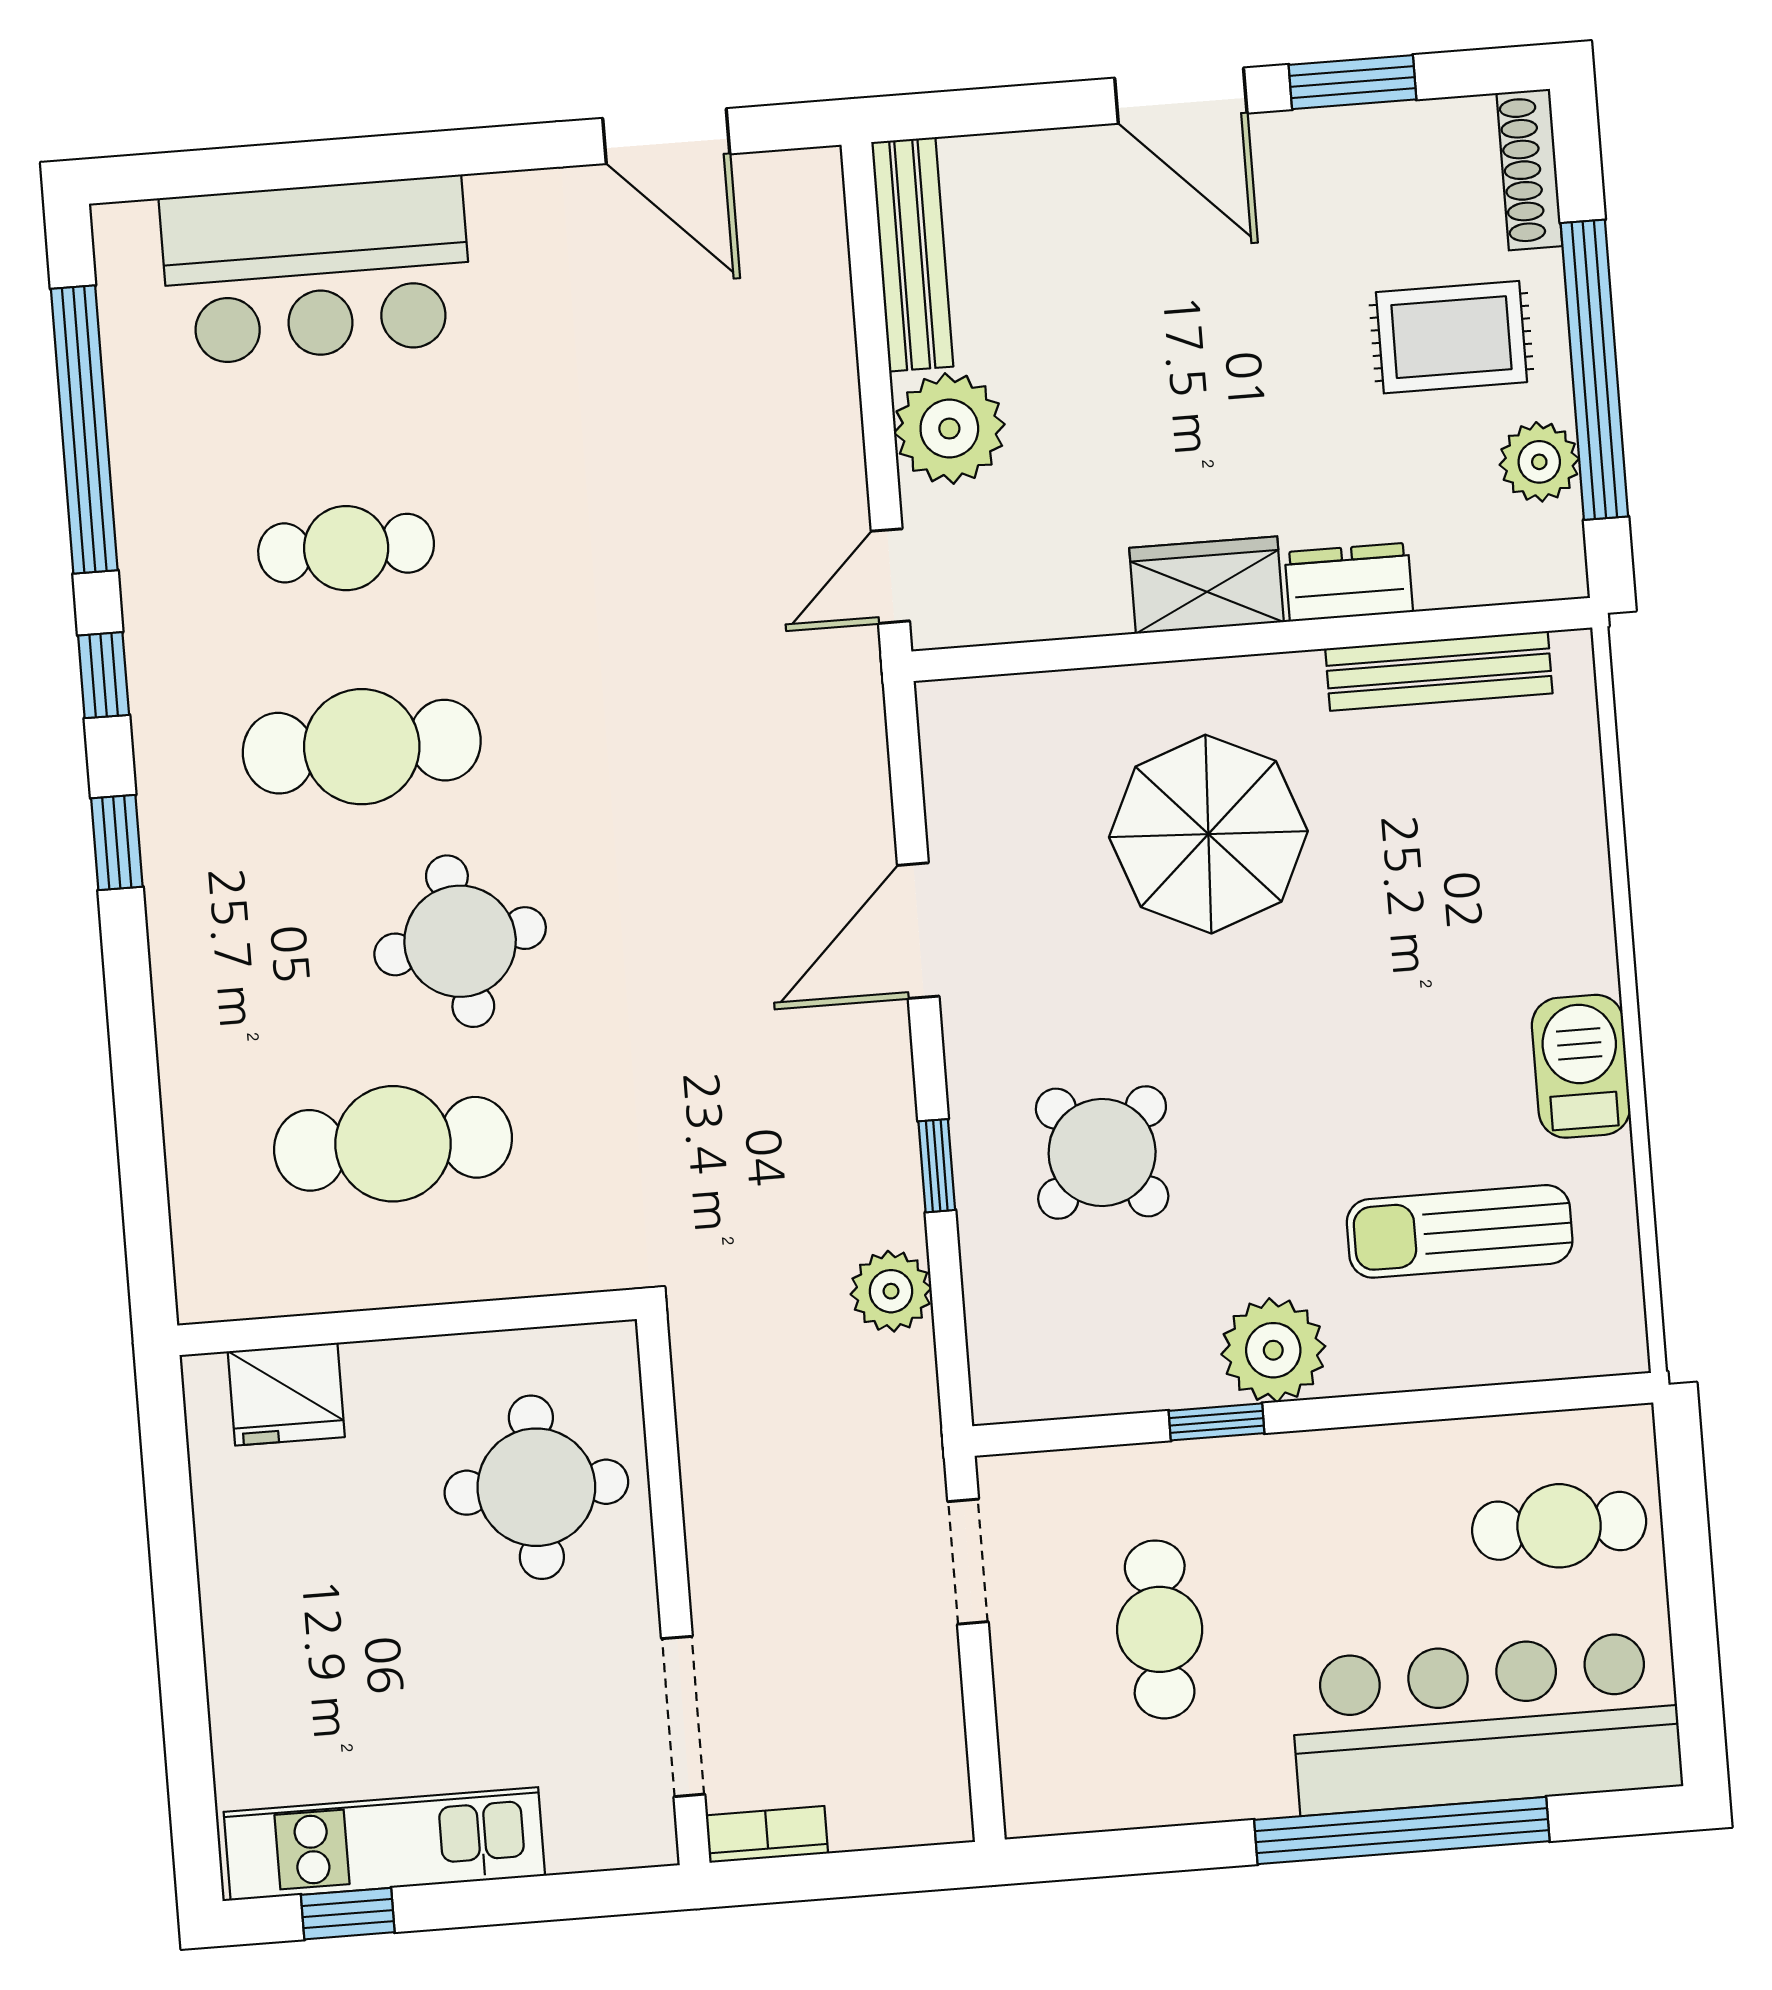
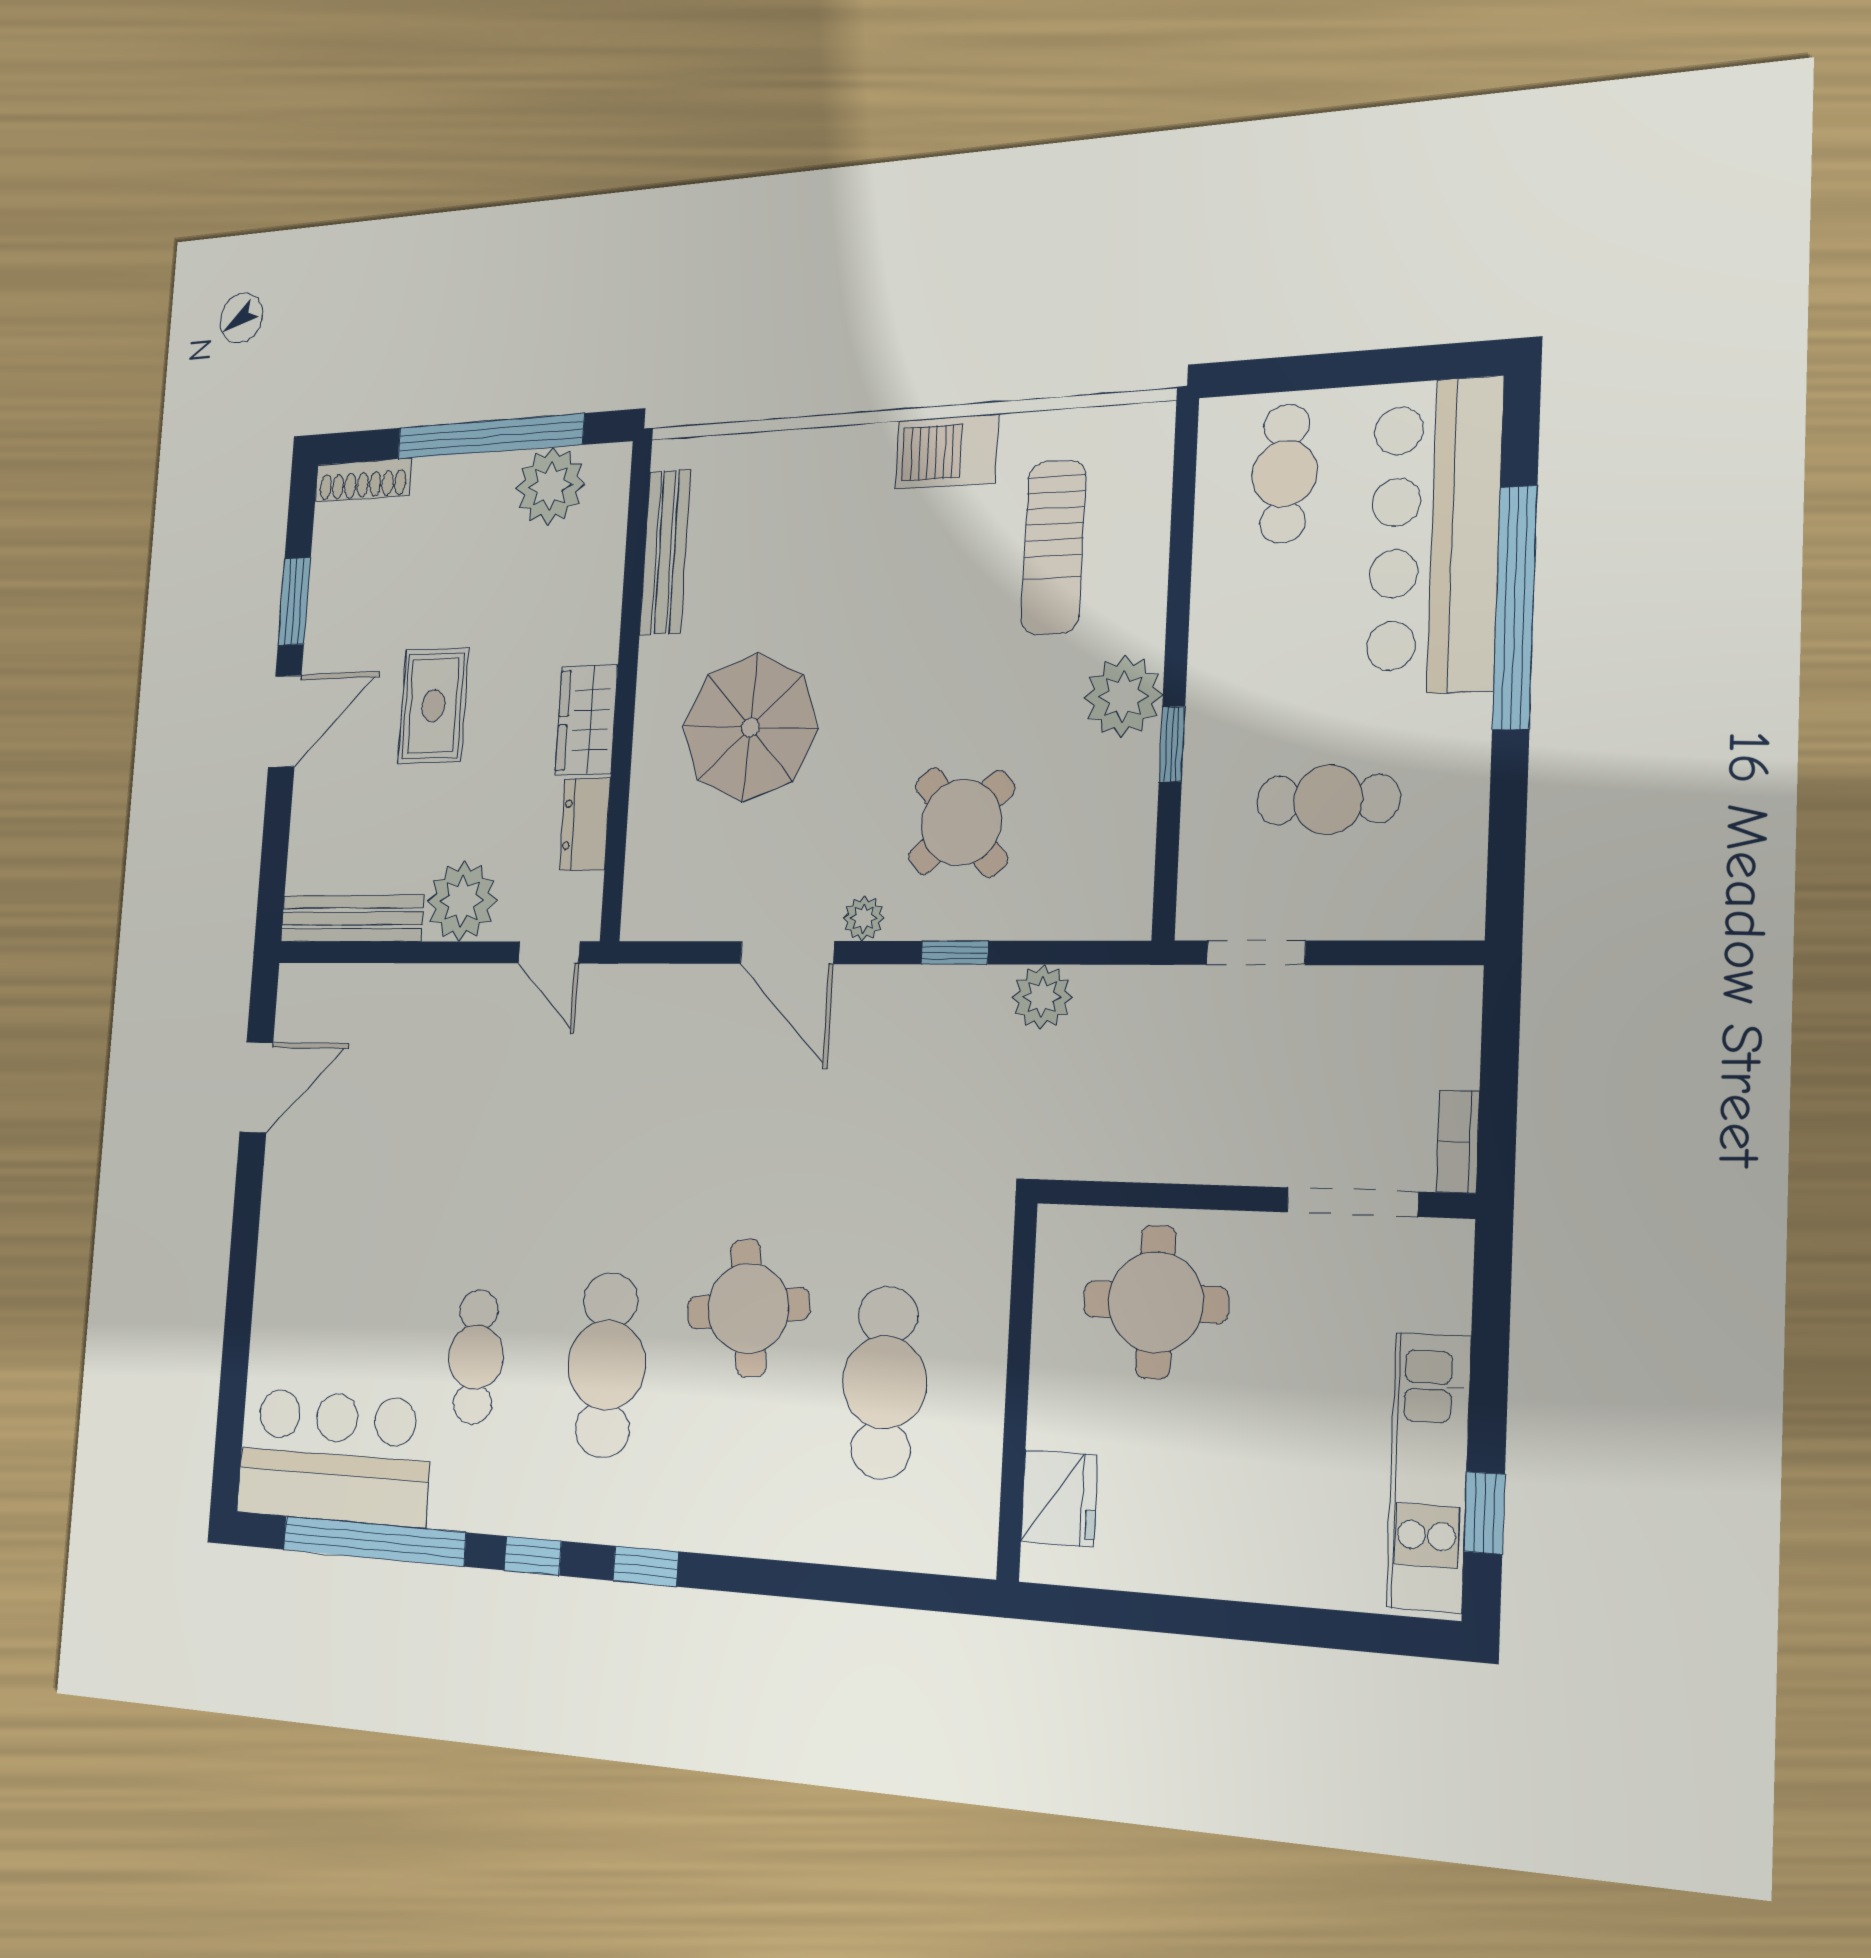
bar counter: (316, 271) -> (334, 1457), moved, turned -90
rug: (1451, 337) -> (433, 706), moved
plant: (1539, 462) -> (550, 486), width x1.36, depth x1.36
dresser: (1349, 582) -> (585, 824), moved
plant: (971, 1033) -> (864, 918), added

